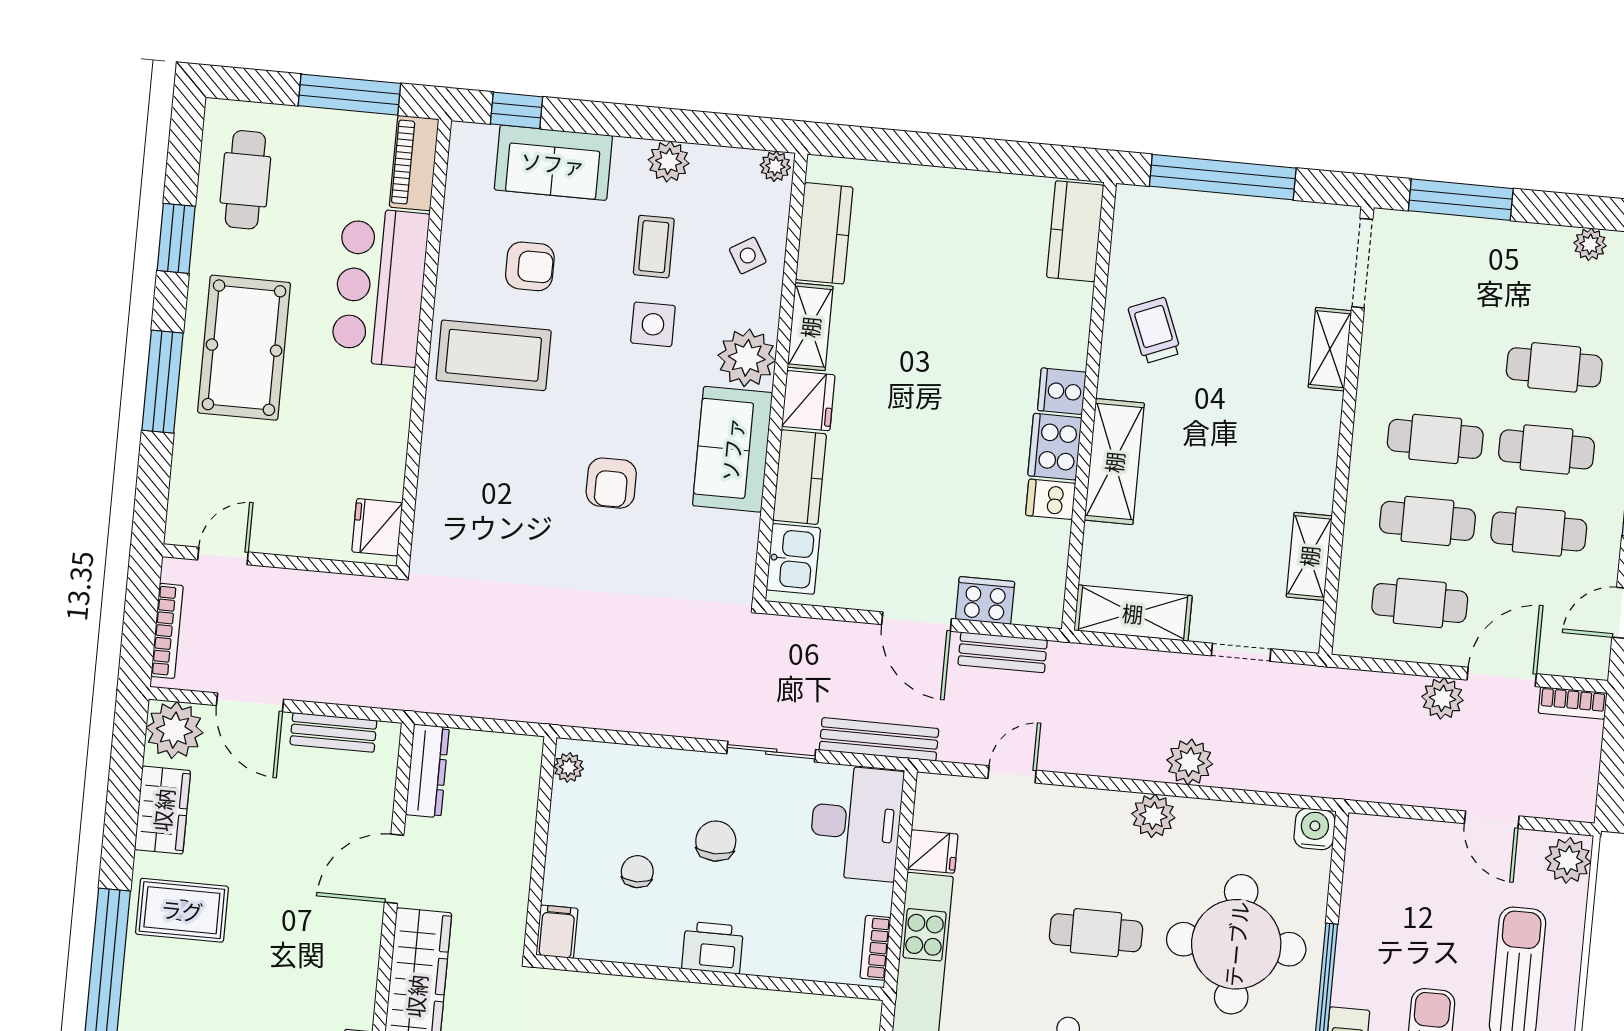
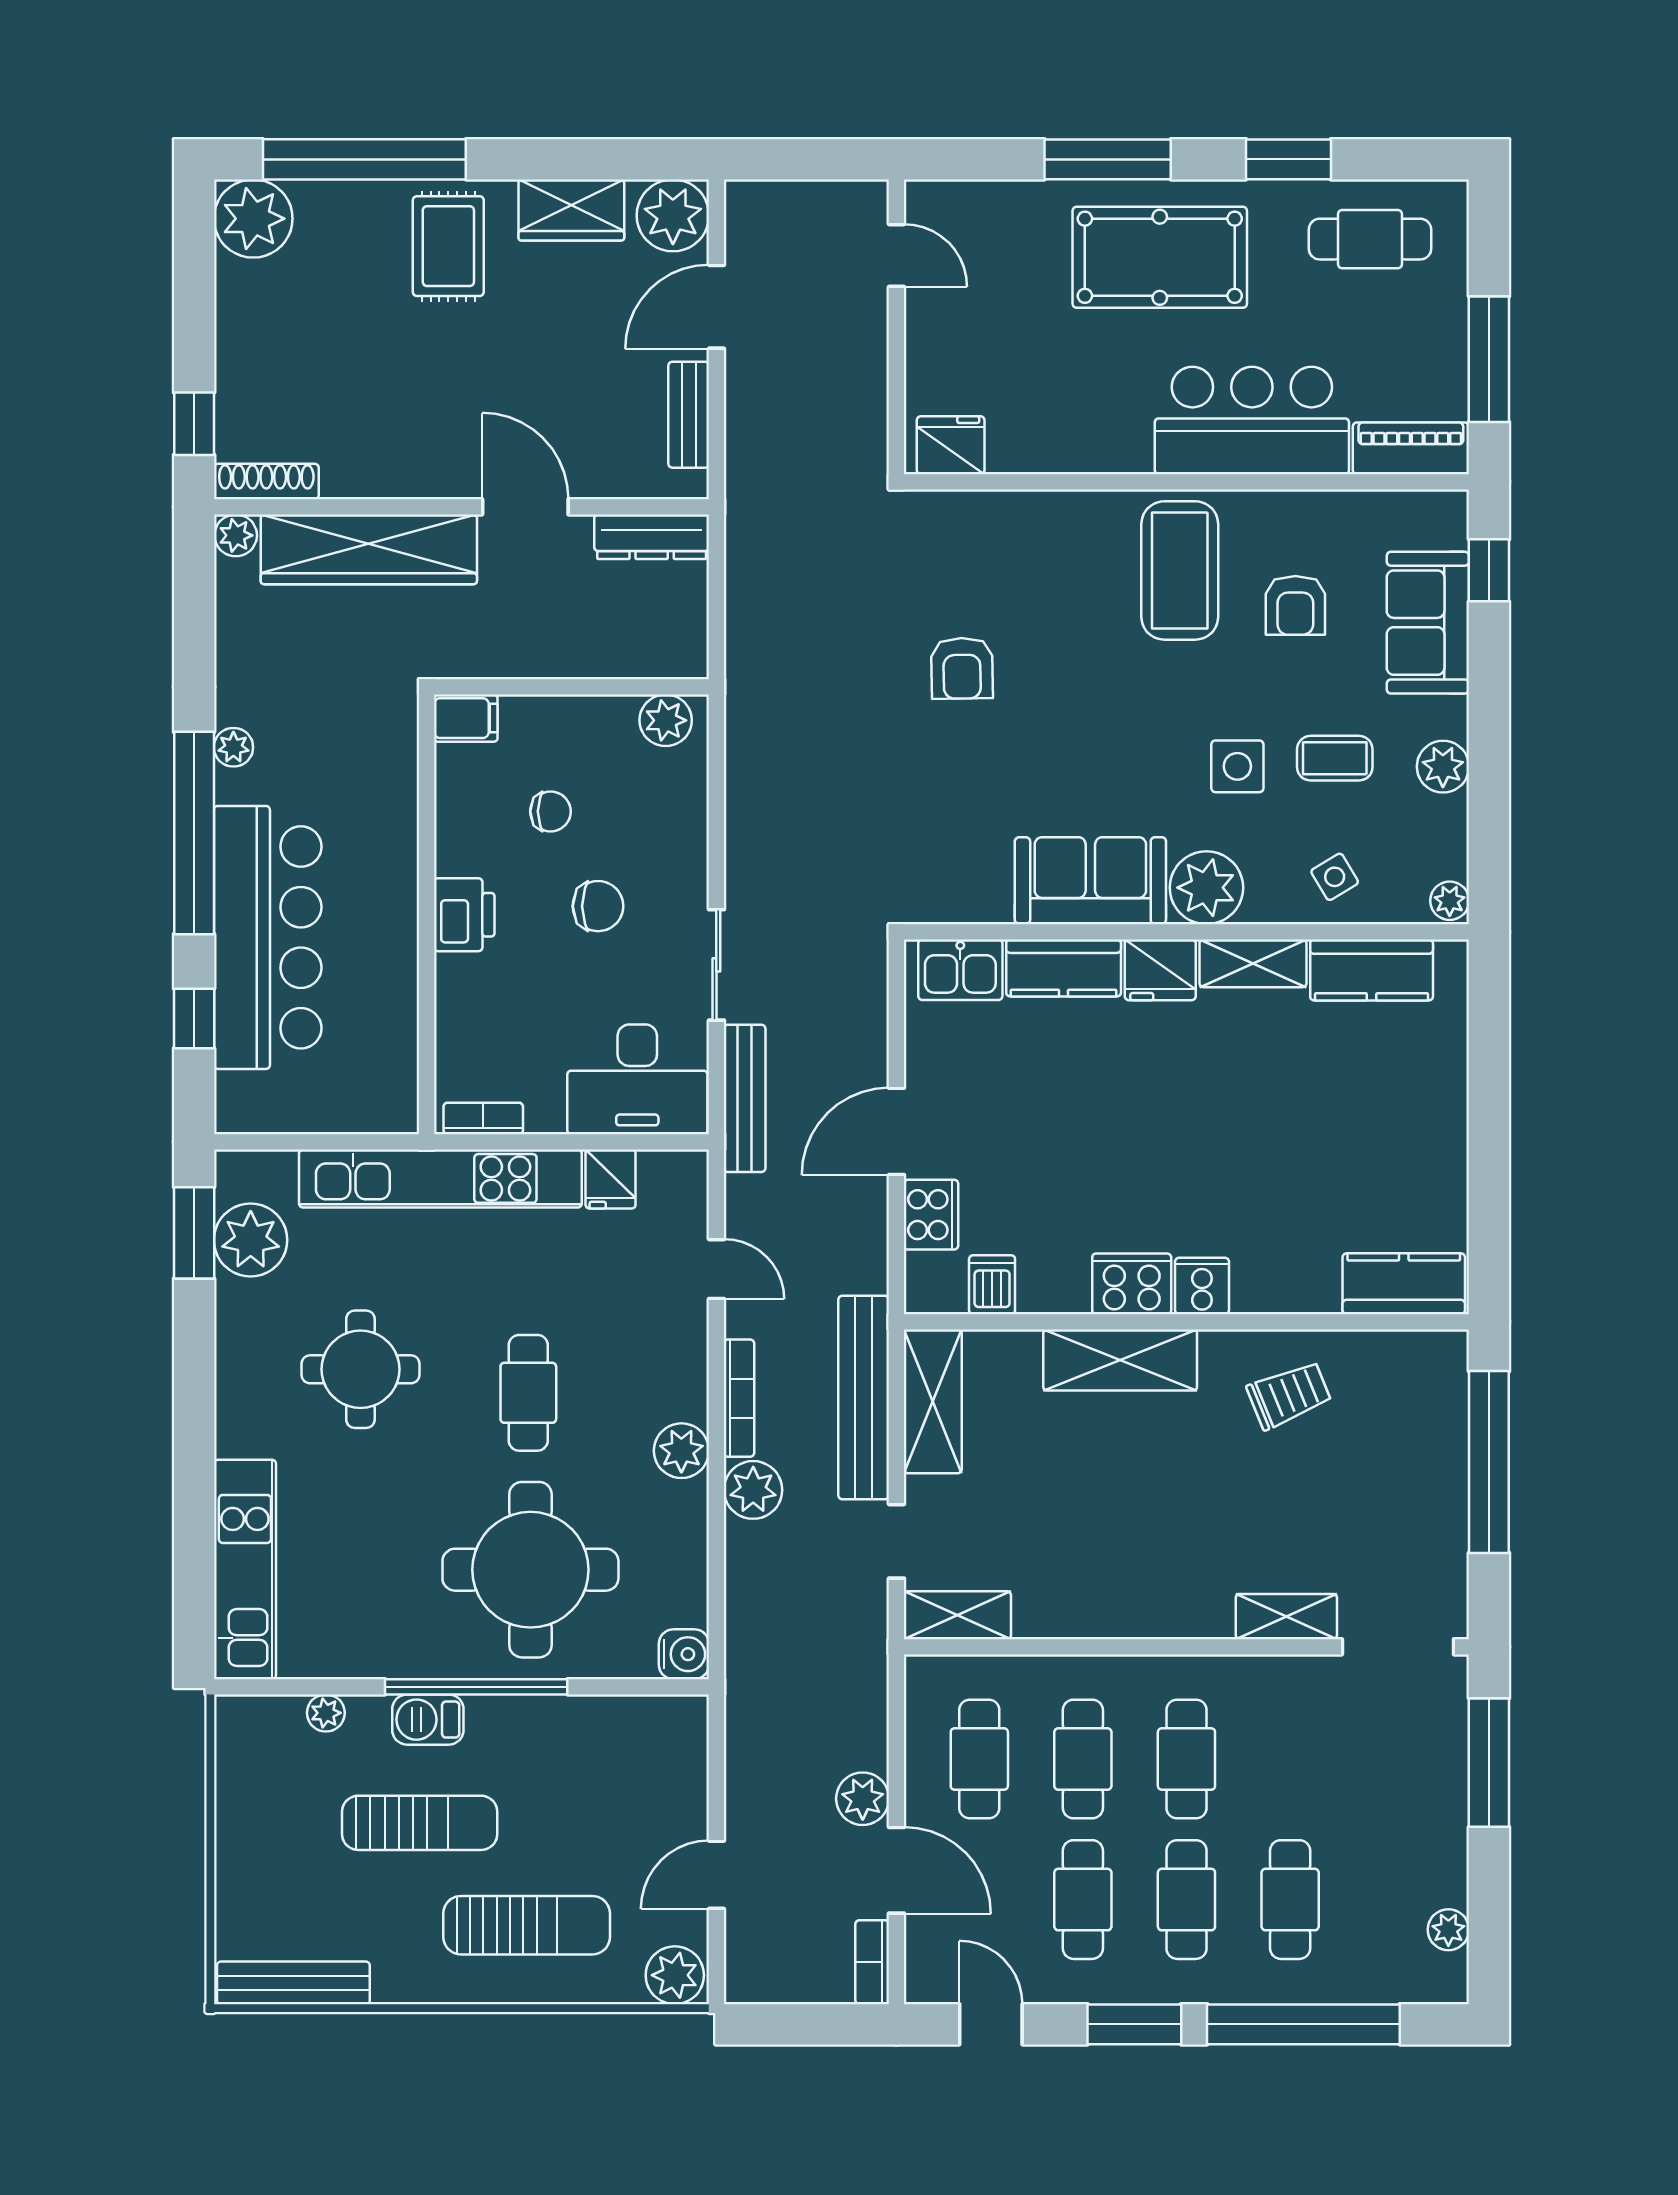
armchair: (611, 483) -> (962, 668), moved, turned -91
dishwasher: (1051, 499) -> (992, 1285), moved
shelving: (1309, 556) -> (957, 1615), moved
bookcase: (167, 631) -> (739, 1398), moved, turned -90
bench: (1003, 652) -> (864, 1398), moved, width x1.86, depth x1.21
plant: (569, 767) -> (666, 720), width x1.38, depth x1.38

